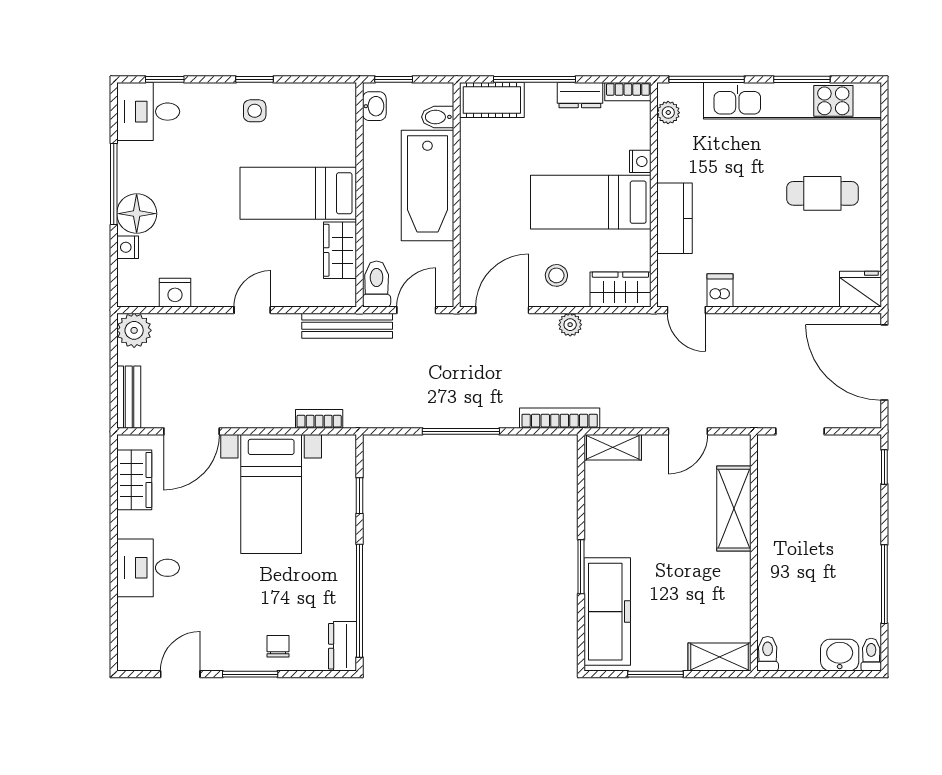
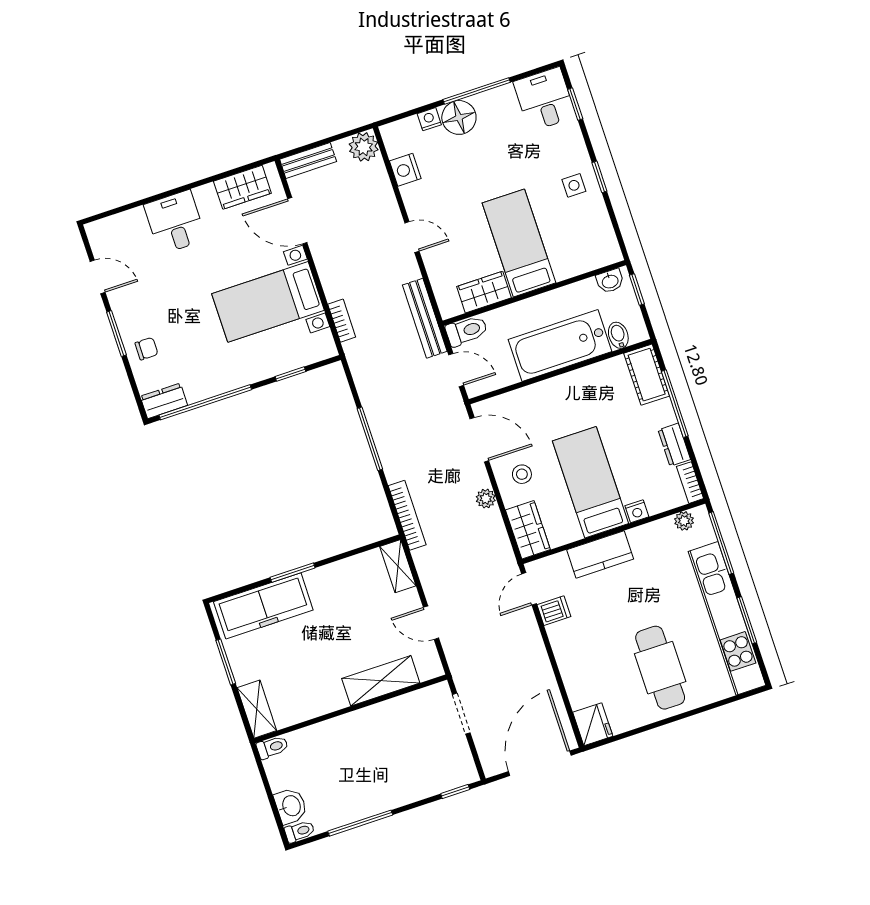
cafe table: (822, 193) -> (660, 668), width x1.37, depth x1.35

